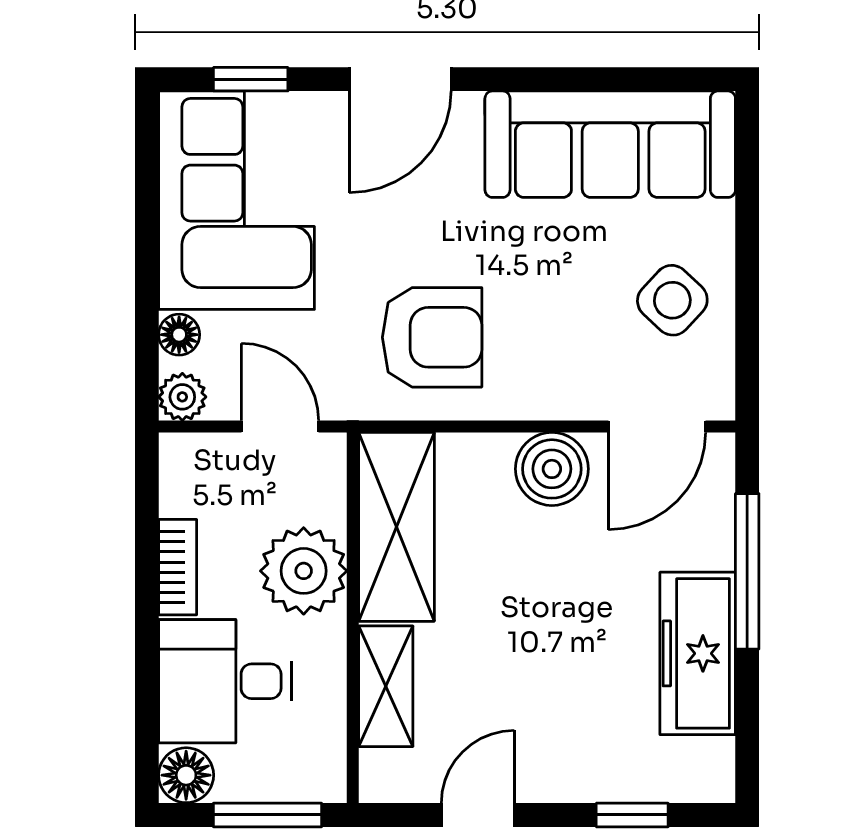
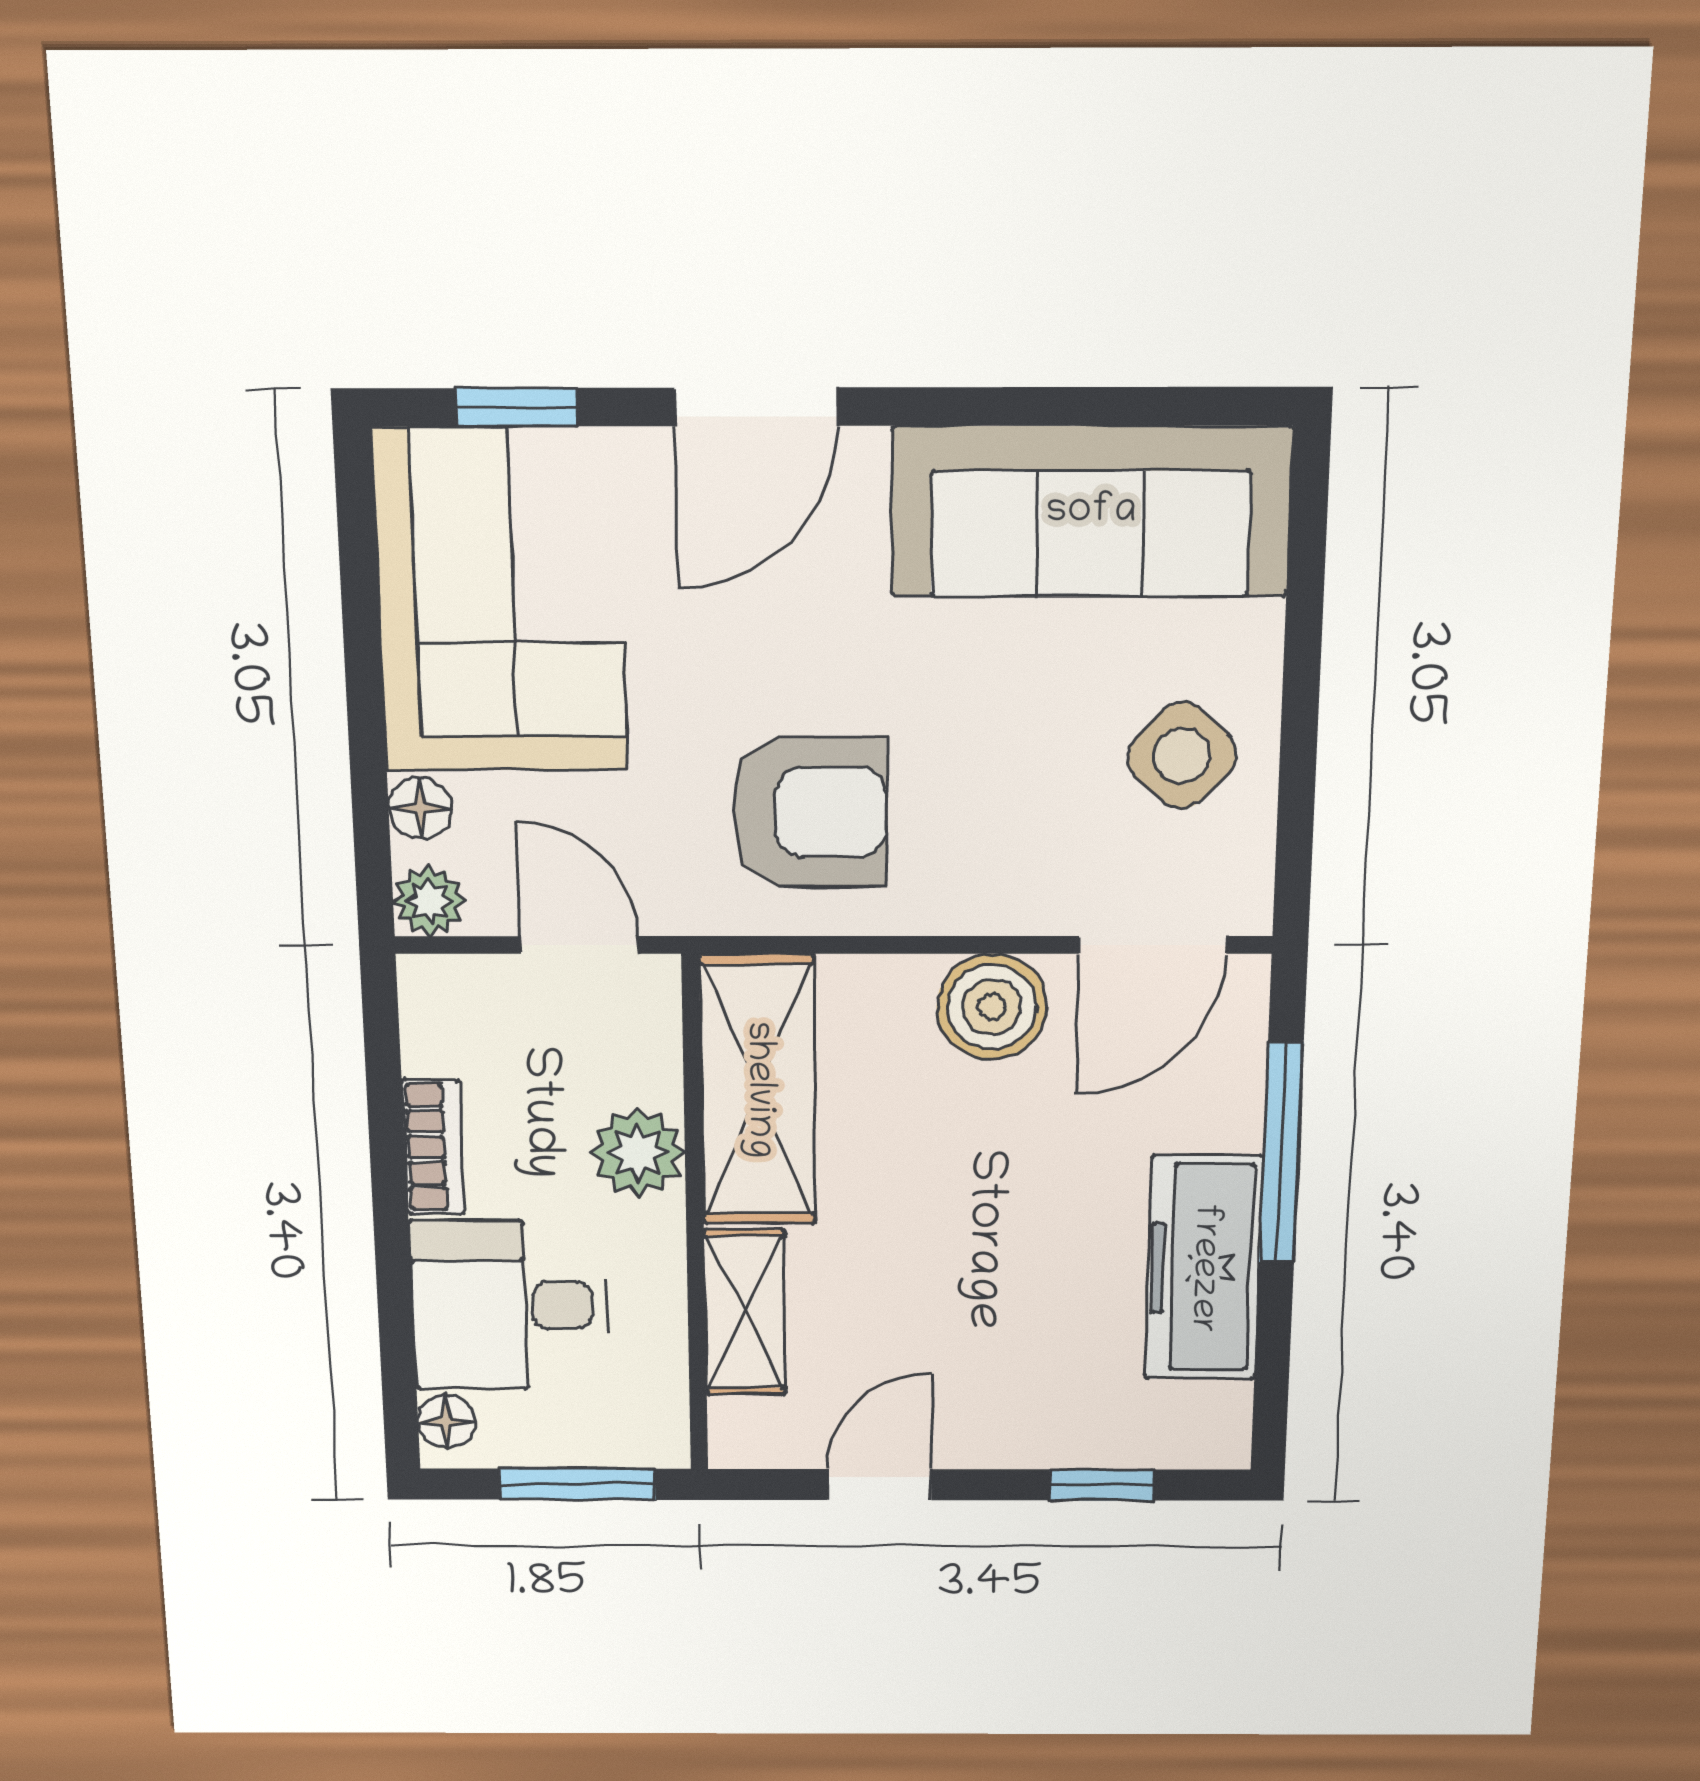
plant: (304, 571) -> (638, 1153), width x0.73, depth x0.73
floor lamp: (186, 775) -> (447, 1422), width x0.73, depth x0.73

